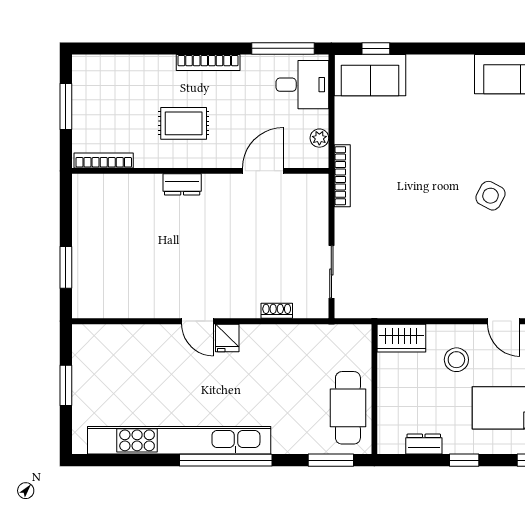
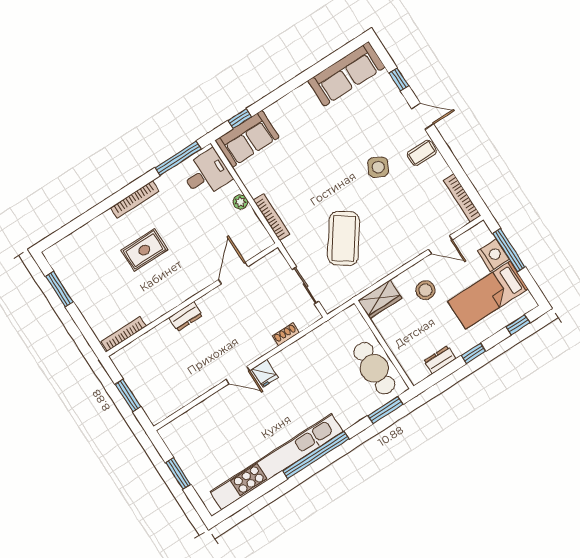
bookcase: (104, 160) -> (124, 334), moved
wall: (200, 171) -> (192, 300), moved
door: (263, 171) -> (233, 273), moved
dresser: (182, 184) -> (186, 316), moved
coffee table: (405, 248) -> (344, 238), added

